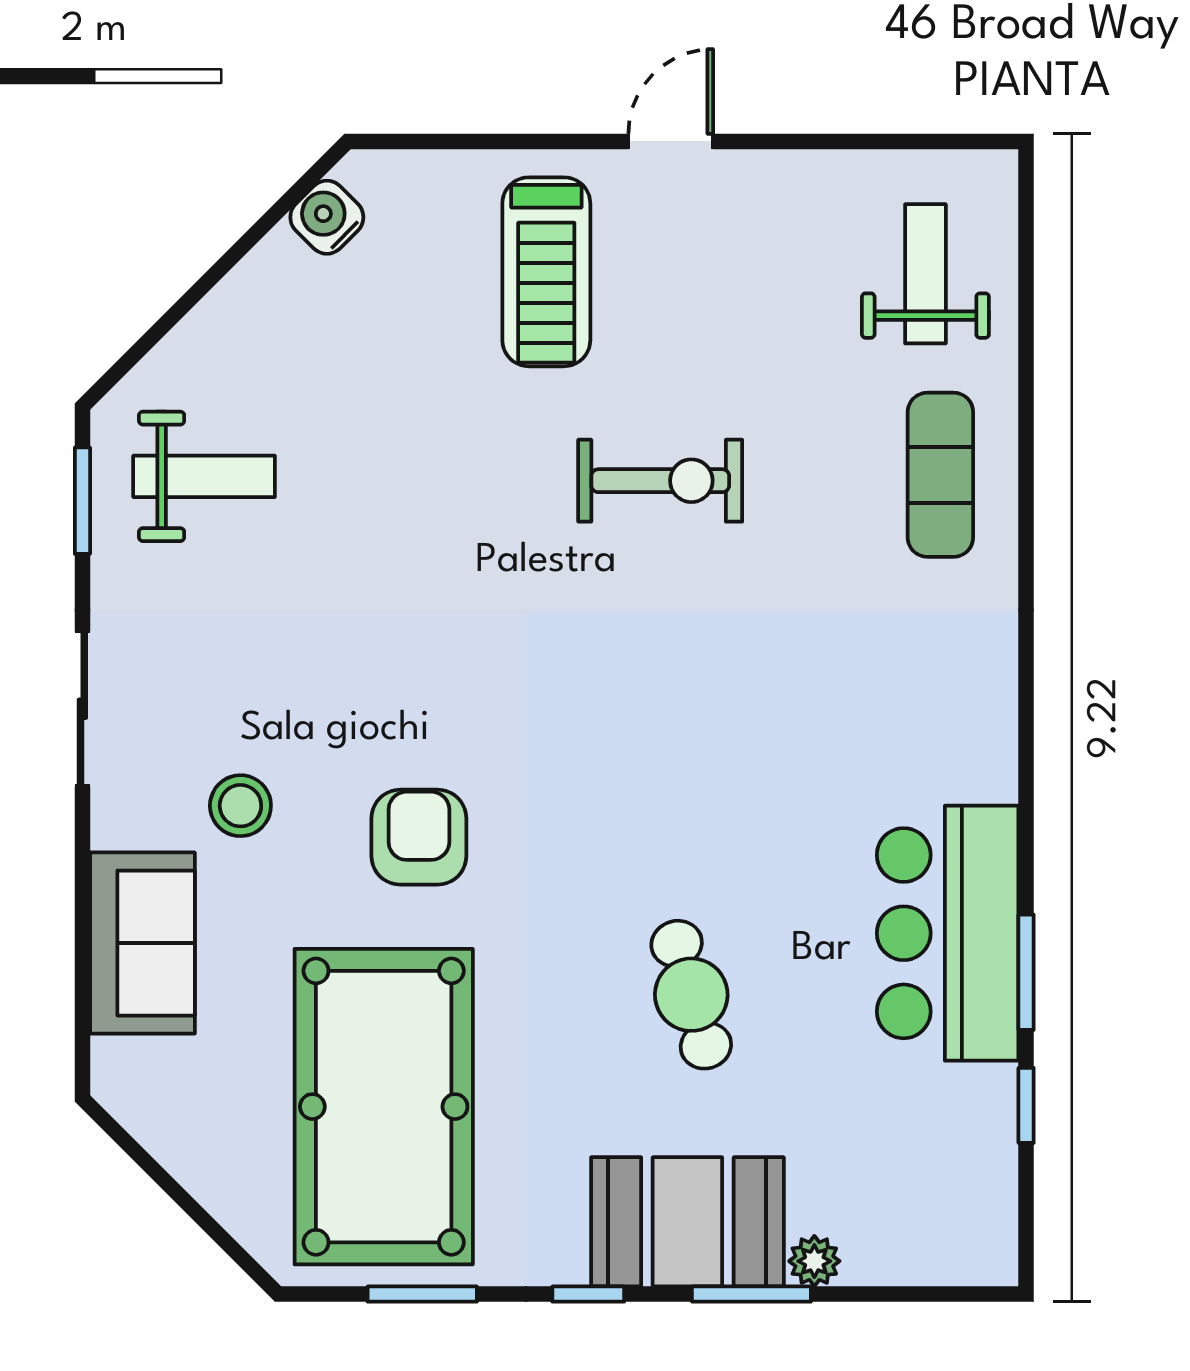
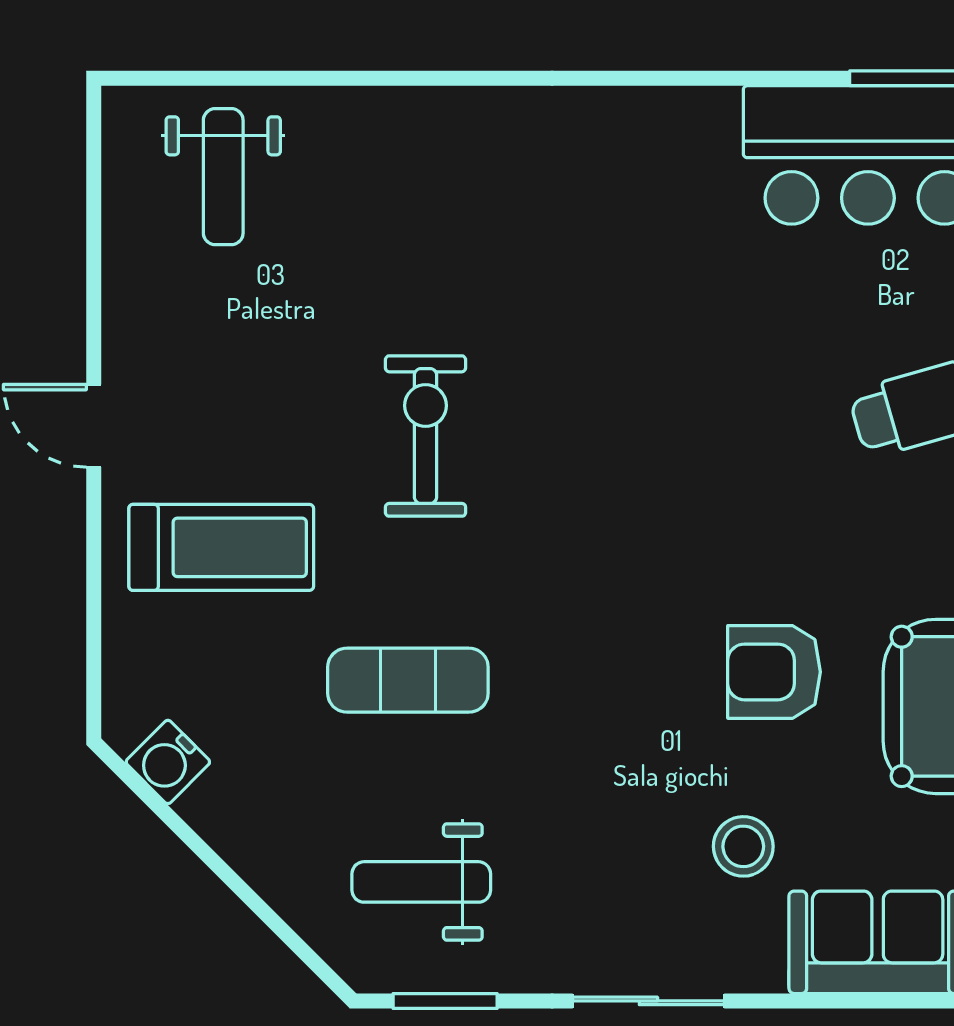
weight bench: (925, 274) -> (223, 177), turned -90
exercise mat: (940, 475) -> (408, 680), moved
weight bench: (204, 476) -> (421, 882), turned -90

